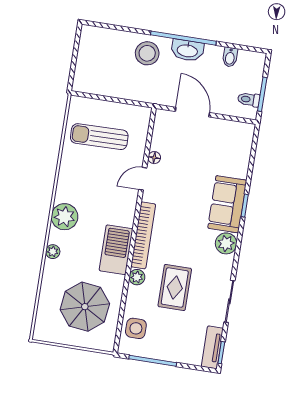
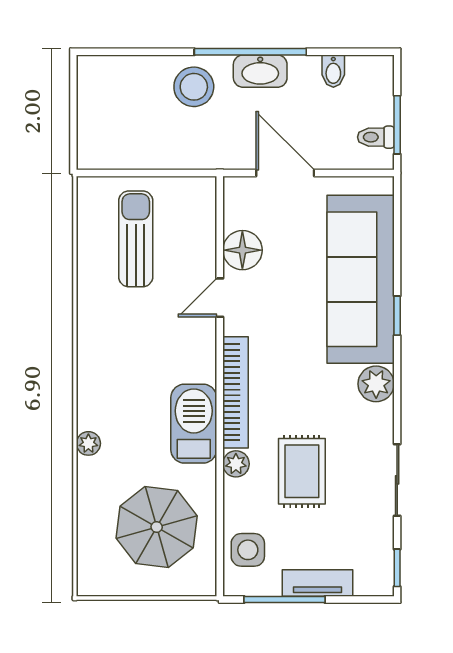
sun lounger: (99, 137) -> (136, 239), turned 91
floor lamp: (154, 158) -> (242, 250), width x1.89, depth x1.89
sofa: (227, 204) -> (361, 279), width x1.85, depth x1.27
plant: (64, 217) -> (99, 382), removed
tv unit: (212, 347) -> (317, 583), moved, turned 90

